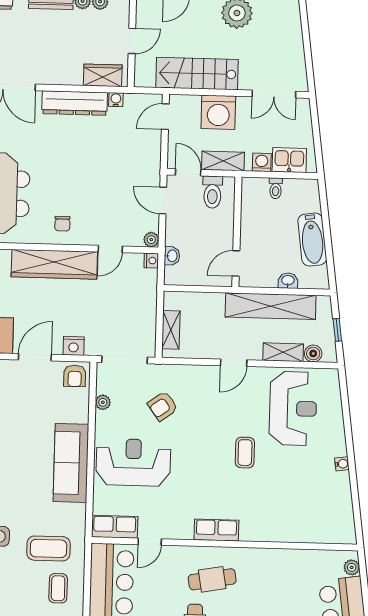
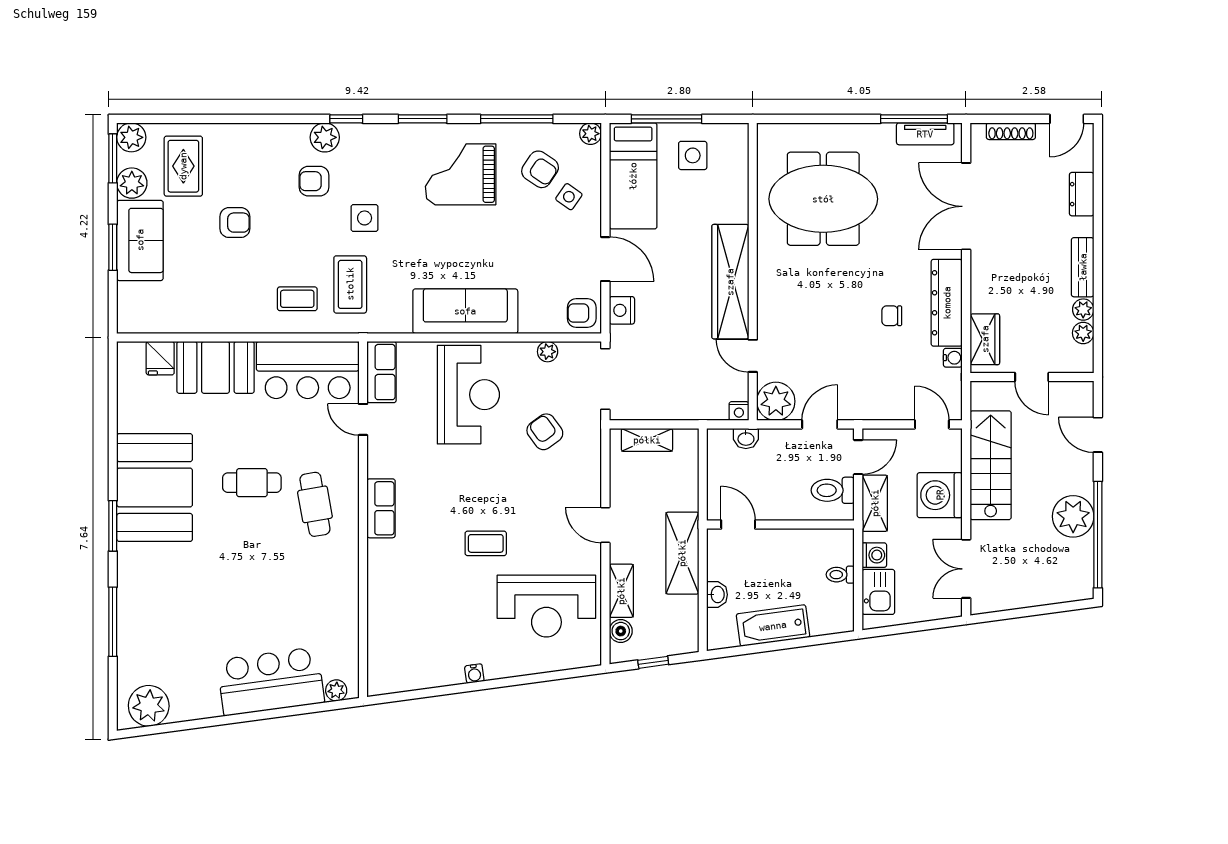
chair: (62, 224) -> (892, 316), moved
plant: (151, 240) -> (776, 401), width x1.88, depth x1.88
shelving: (271, 306) -> (682, 553), width x0.68

